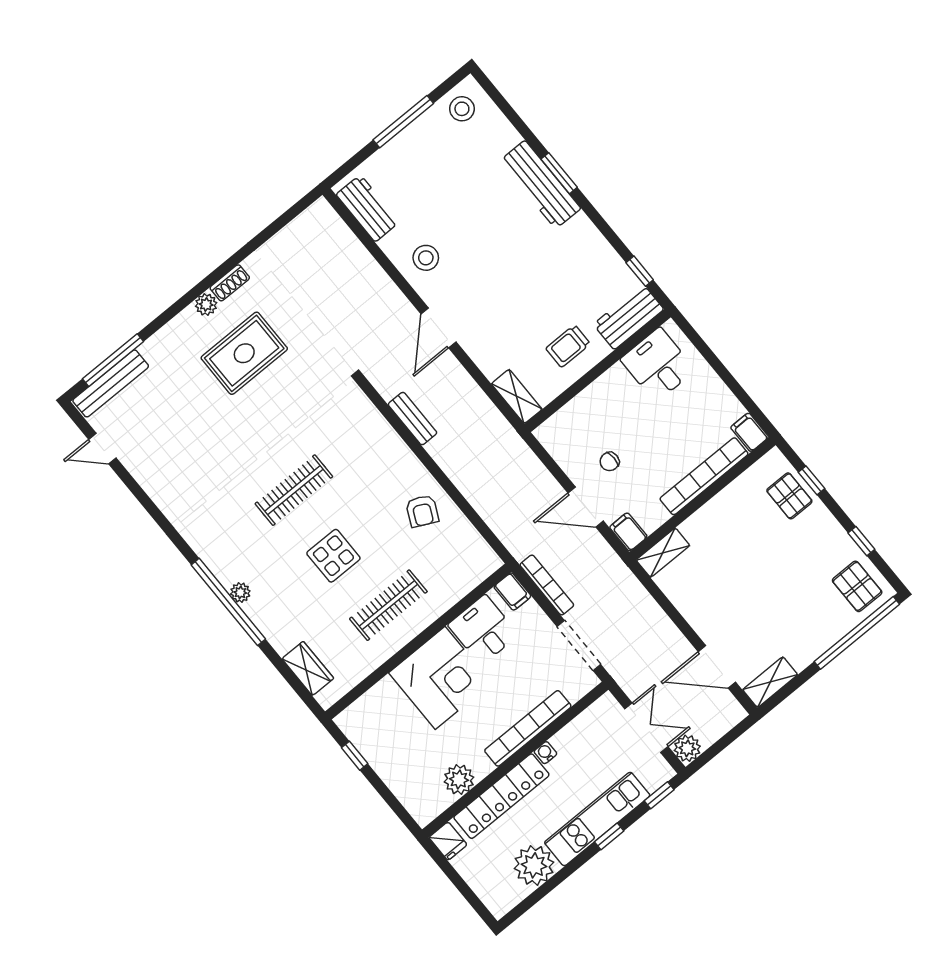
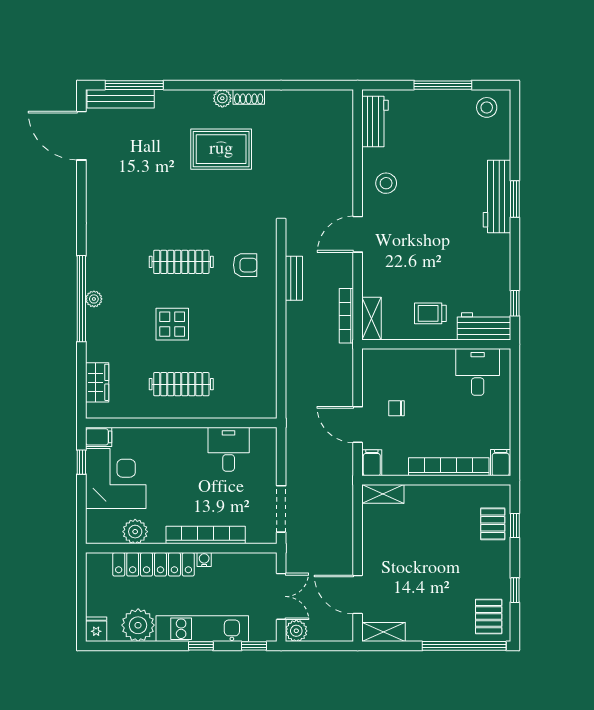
door: (102, 449) -> (81, 136), width x1.88
armchair: (422, 511) -> (245, 265), moved, turned -116
bookcase: (547, 585) -> (346, 316), moved, turned 180
filing cabinet: (512, 591) -> (99, 437), moved, turned -90
corner desk: (440, 678) -> (116, 478), moved, turned -90
fridge: (448, 841) -> (96, 629), moved, turned 180

